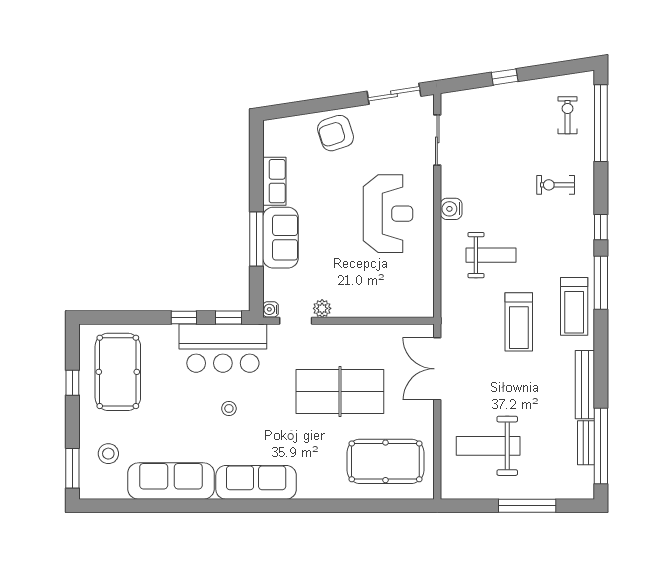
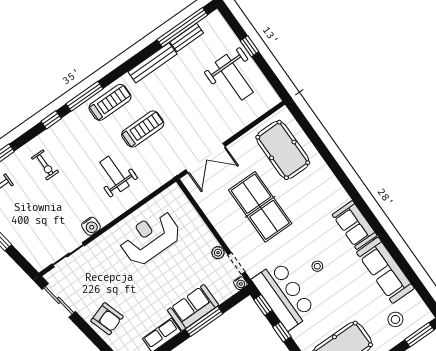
water cooler: (451, 209) -> (91, 226), moved
reception desk: (388, 214) -> (150, 238), moved
weight bench: (488, 446) -> (234, 77), moved
sofa: (256, 482) -> (355, 225), width x0.73
window: (527, 506) -> (250, 46), width x0.46

